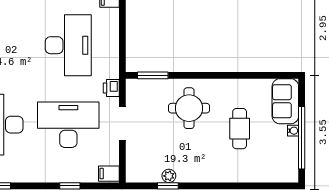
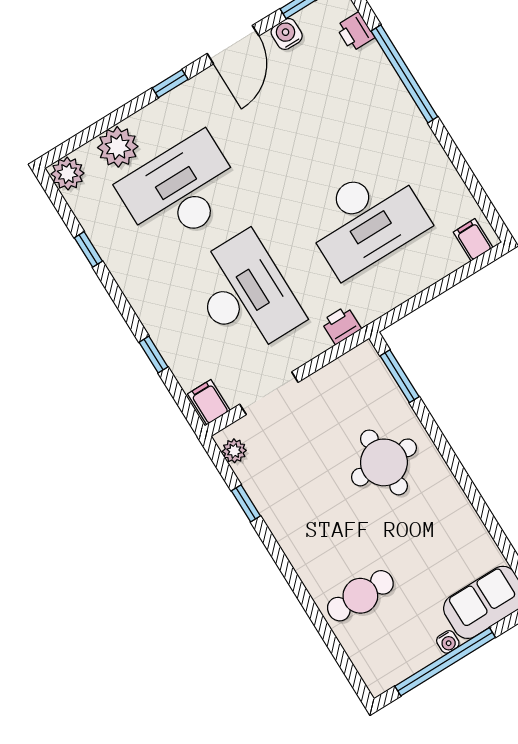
doorway: (122, 124) -> (269, 393), moved
cafe table: (240, 129) -> (360, 596), moved
plant: (169, 176) -> (234, 451), moved

